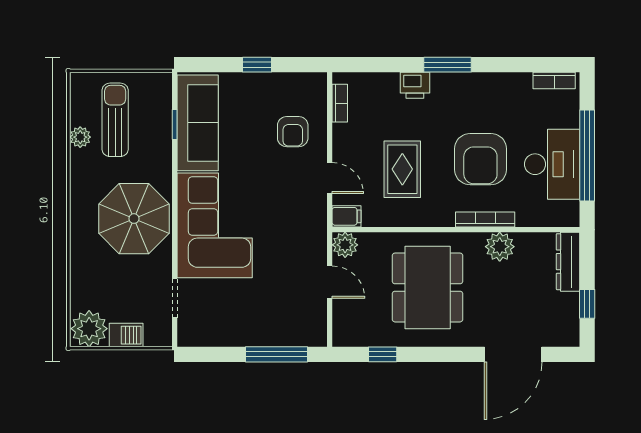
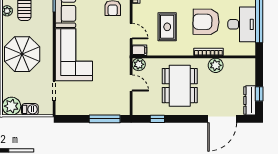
armchair: (480, 159) -> (206, 22), turned 91
parasol: (134, 219) -> (22, 54), moved
dresser: (568, 262) -> (250, 100), moved

